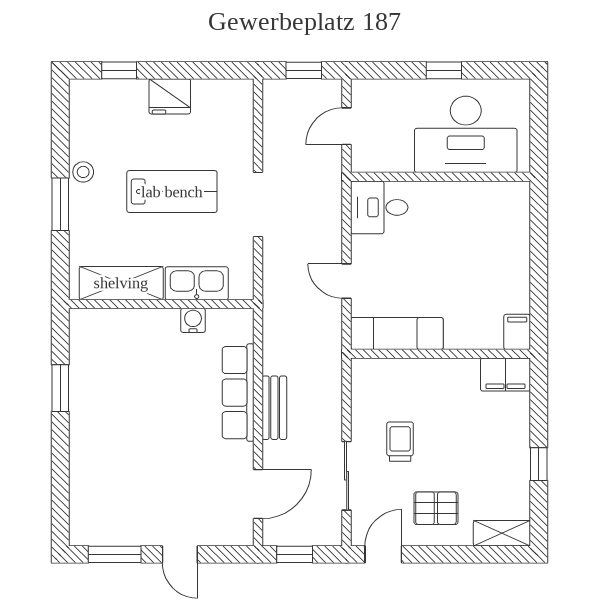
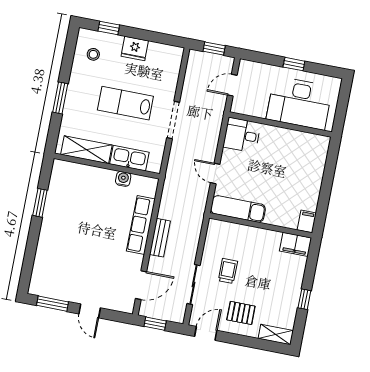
stool: (83, 172) -> (93, 54), moved
lab bench: (172, 192) -> (125, 103), turned 180

